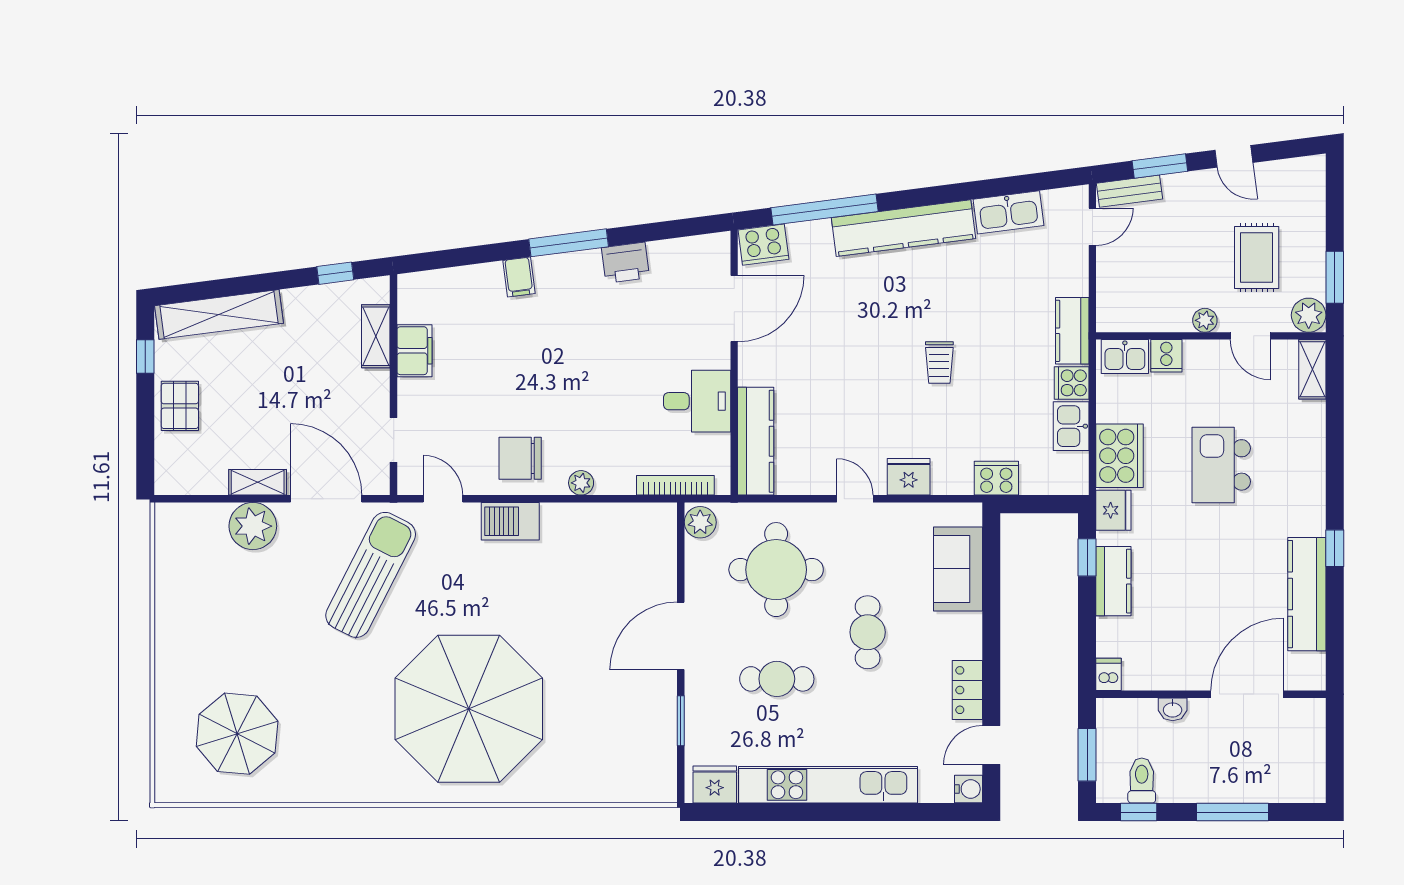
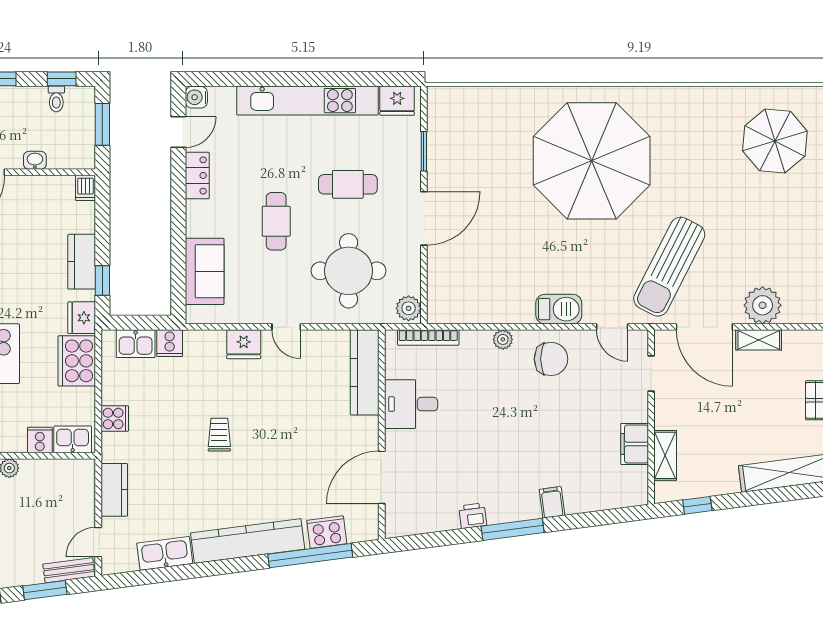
cooker: (763, 245) -> (327, 532), moved
printer: (625, 263) -> (473, 516), width x0.73, depth x0.81
kitchen counter: (1072, 331) -> (114, 490), moved
kitchen sink: (1071, 426) -> (136, 344), moved, turned 90
cooker: (996, 478) -> (170, 343), width x0.73
toilet: (1142, 781) -> (56, 99), width x0.73, depth x0.72

